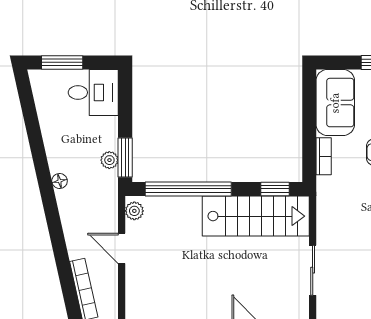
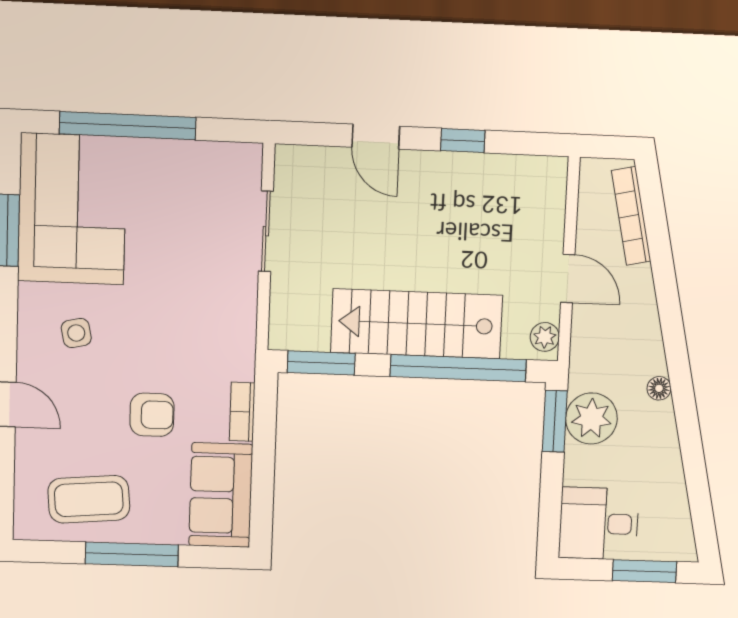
plant: (109, 160) -> (591, 418), width x1.88, depth x1.88
window: (275, 189) -> (321, 363), width x1.50
stairs: (256, 216) -> (417, 324), moved

